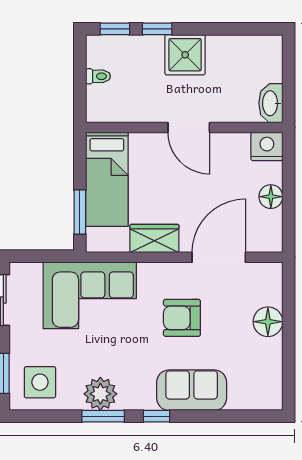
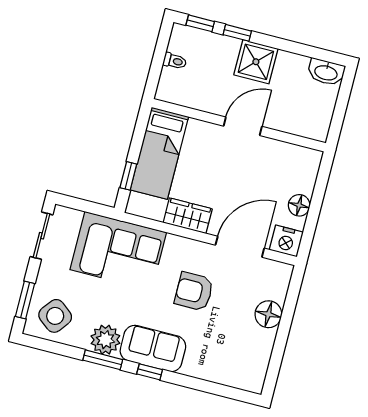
washbasin: (271, 103) -> (326, 72), moved, turned -90
door: (189, 127) -> (243, 126), swing flipped
nightstand: (267, 146) -> (286, 241), moved, turned 180
window: (80, 212) -> (128, 176), width x0.67
side table: (40, 382) -> (55, 316), turned 38
sofa: (192, 390) -> (153, 348), moved

